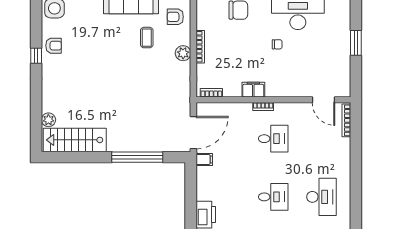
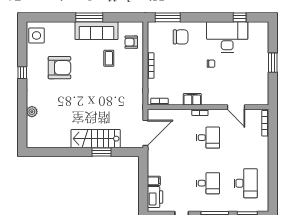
armchair: (53, 46) -> (59, 68), moved, width x1.88, depth x1.88
plant: (183, 53) -> (137, 71), removed
door: (324, 100) -> (236, 107), moved
plant: (48, 120) -> (32, 112), moved
stairs: (75, 140) -> (96, 139), moved
window: (137, 157) -> (101, 152), width x0.47
filing cabinet: (204, 159) -> (154, 181), moved

